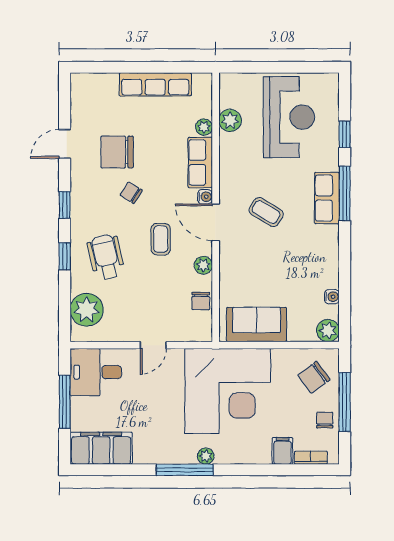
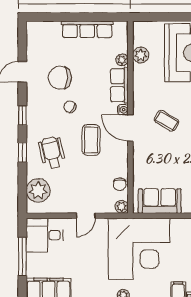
coffee table: (161, 239) -> (91, 140), width x1.36, depth x1.30
plant: (203, 265) -> (122, 207), moved

